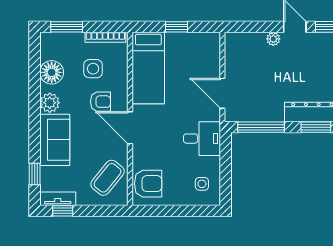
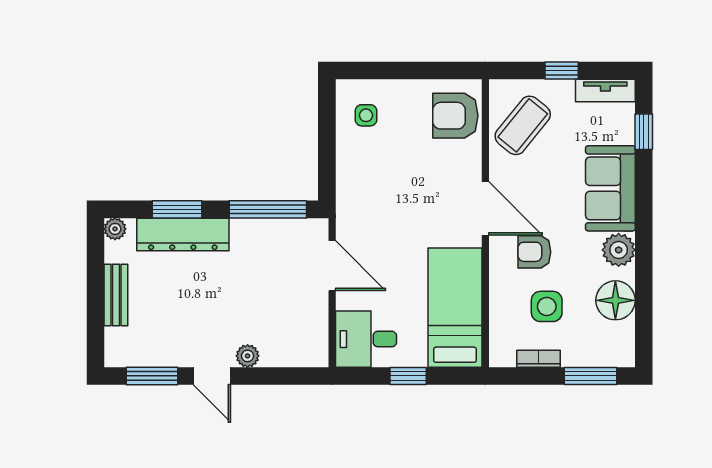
bookcase: (105, 37) -> (538, 359), width x0.64
desk: (202, 139) -> (366, 339), moved
window: (63, 211) -> (562, 71), moved

